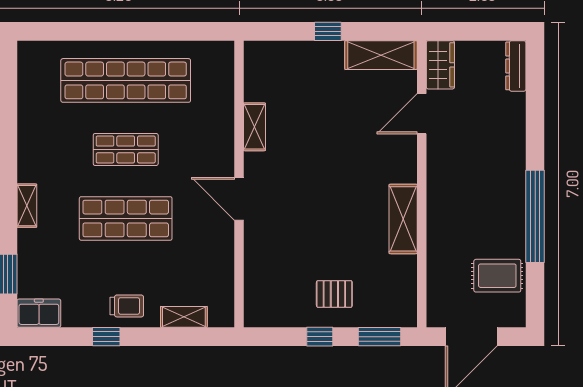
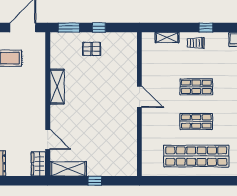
door: (422, 114) -> (48, 139), hinge flipped
shelving: (254, 127) -> (132, 133), removed
shop shelf: (126, 218) -> (196, 87), width x0.70, depth x0.74

